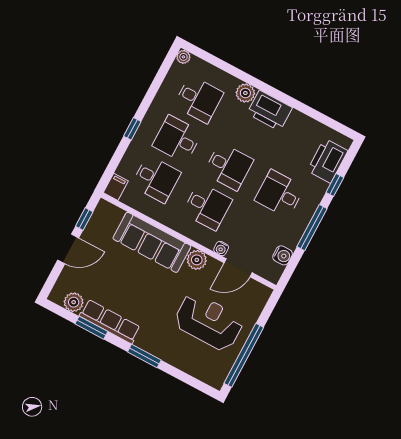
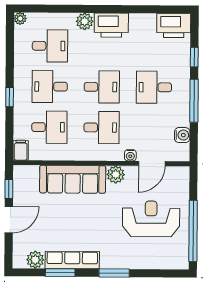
printer: (328, 161) -> (174, 26), moved, turned -90

